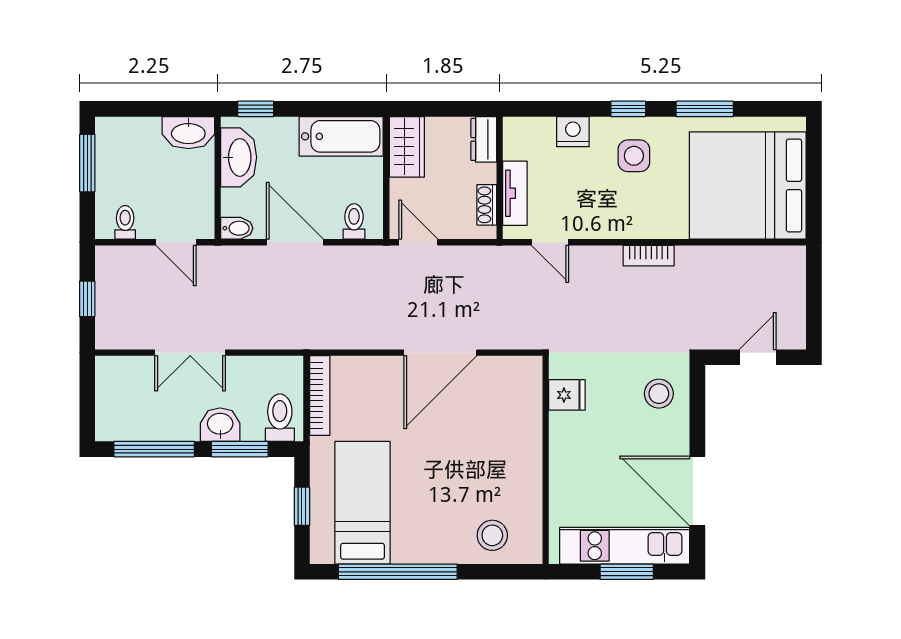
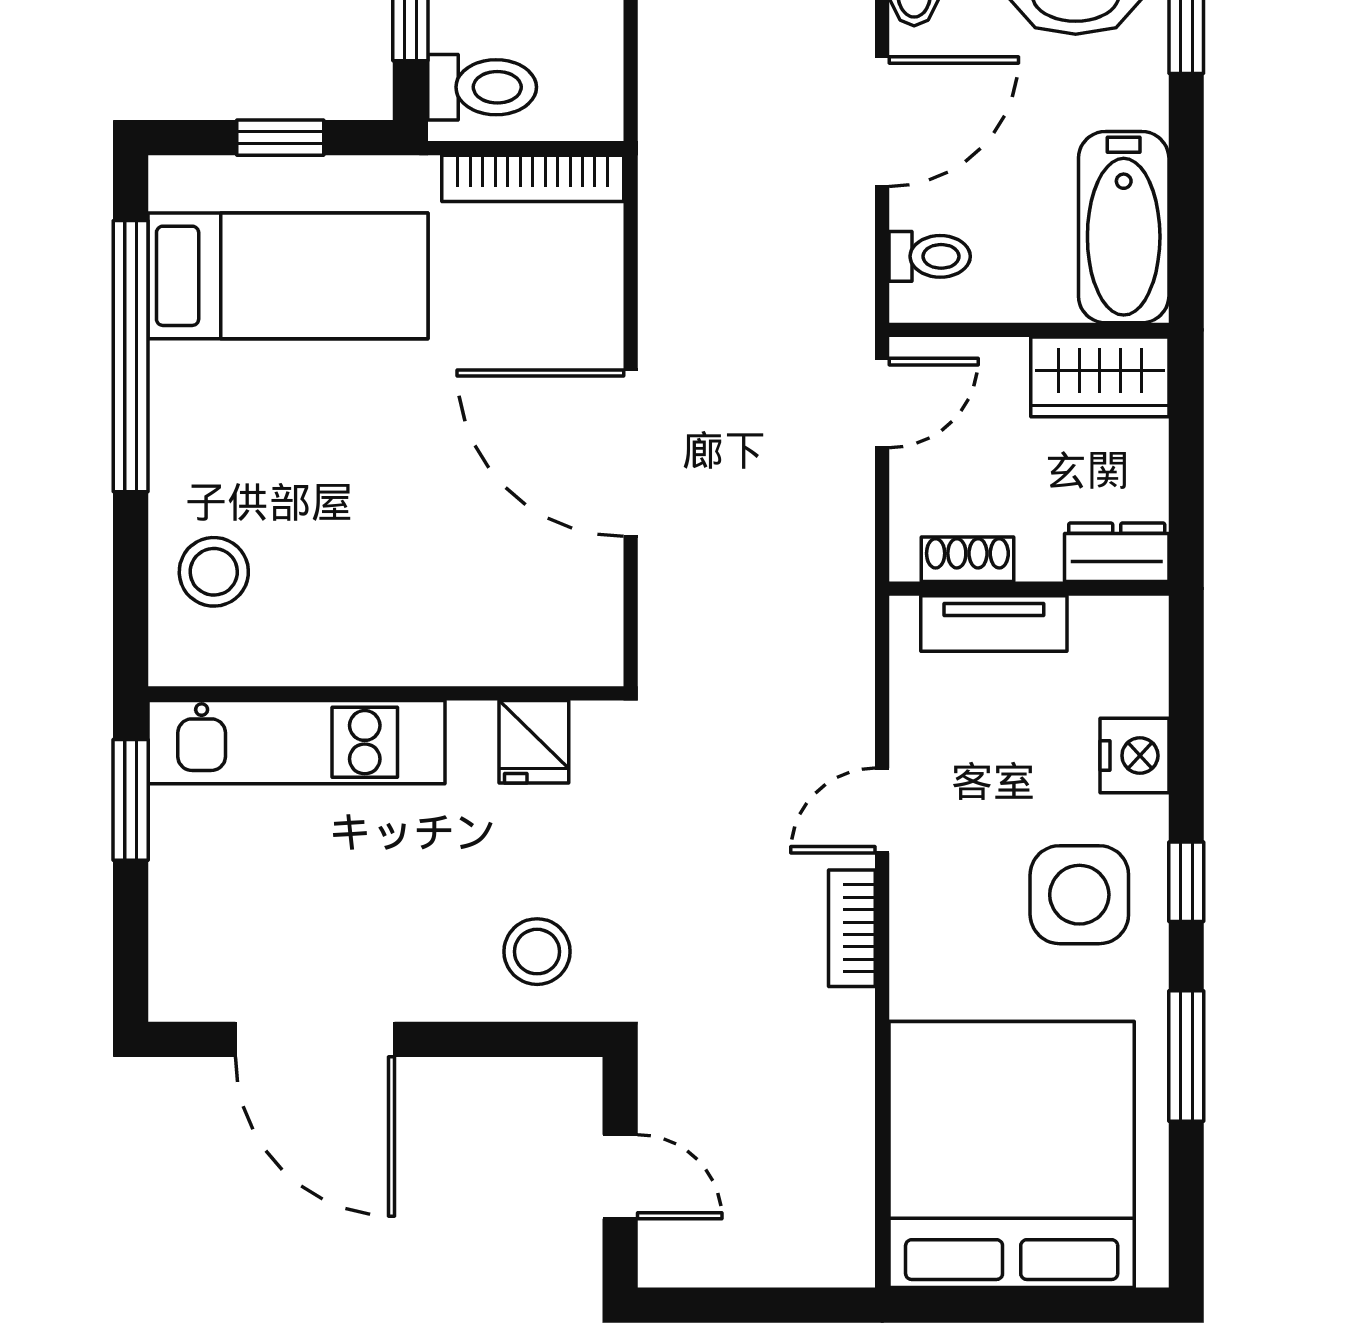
side table: (634, 156) -> (1079, 895), width x1.37, depth x1.37
door: (550, 242) -> (882, 811), moved
door: (697, 491) -> (315, 1039), swing flipped
kitchen unit: (625, 546) -> (297, 742), moved, turned 90
window: (627, 572) -> (131, 800), moved

